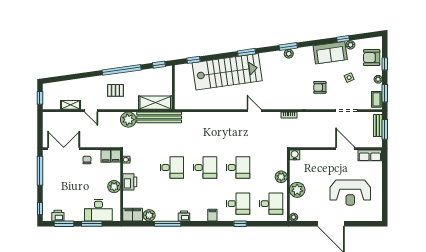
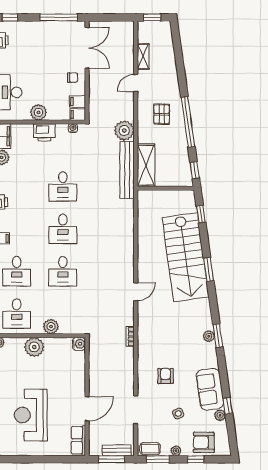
window: (247, 52) -> (209, 269), moved
armchair: (372, 58) -> (204, 442), turned -90

